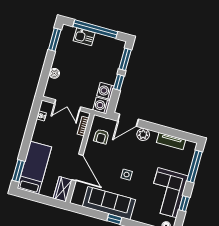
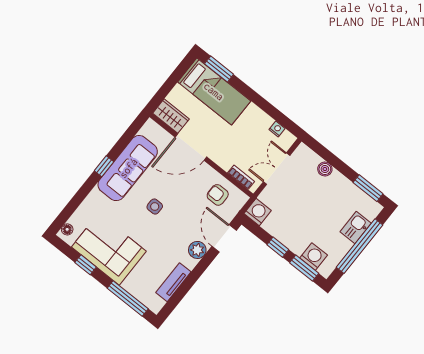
washing machine: (105, 91) -> (314, 257), moved

